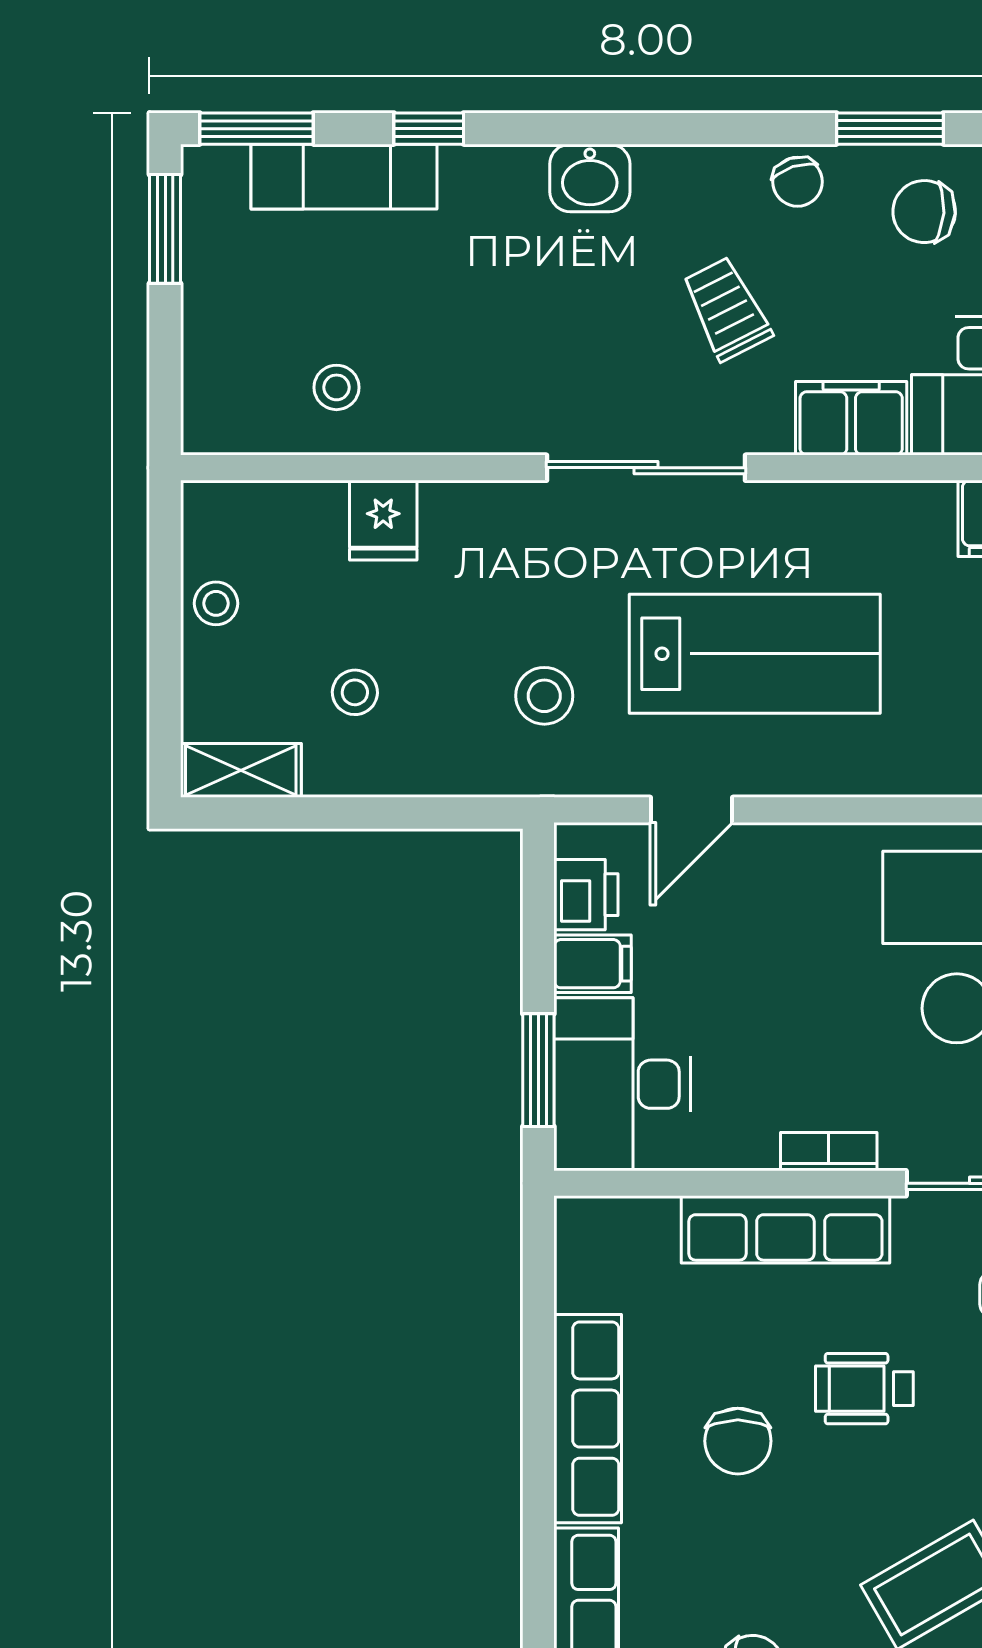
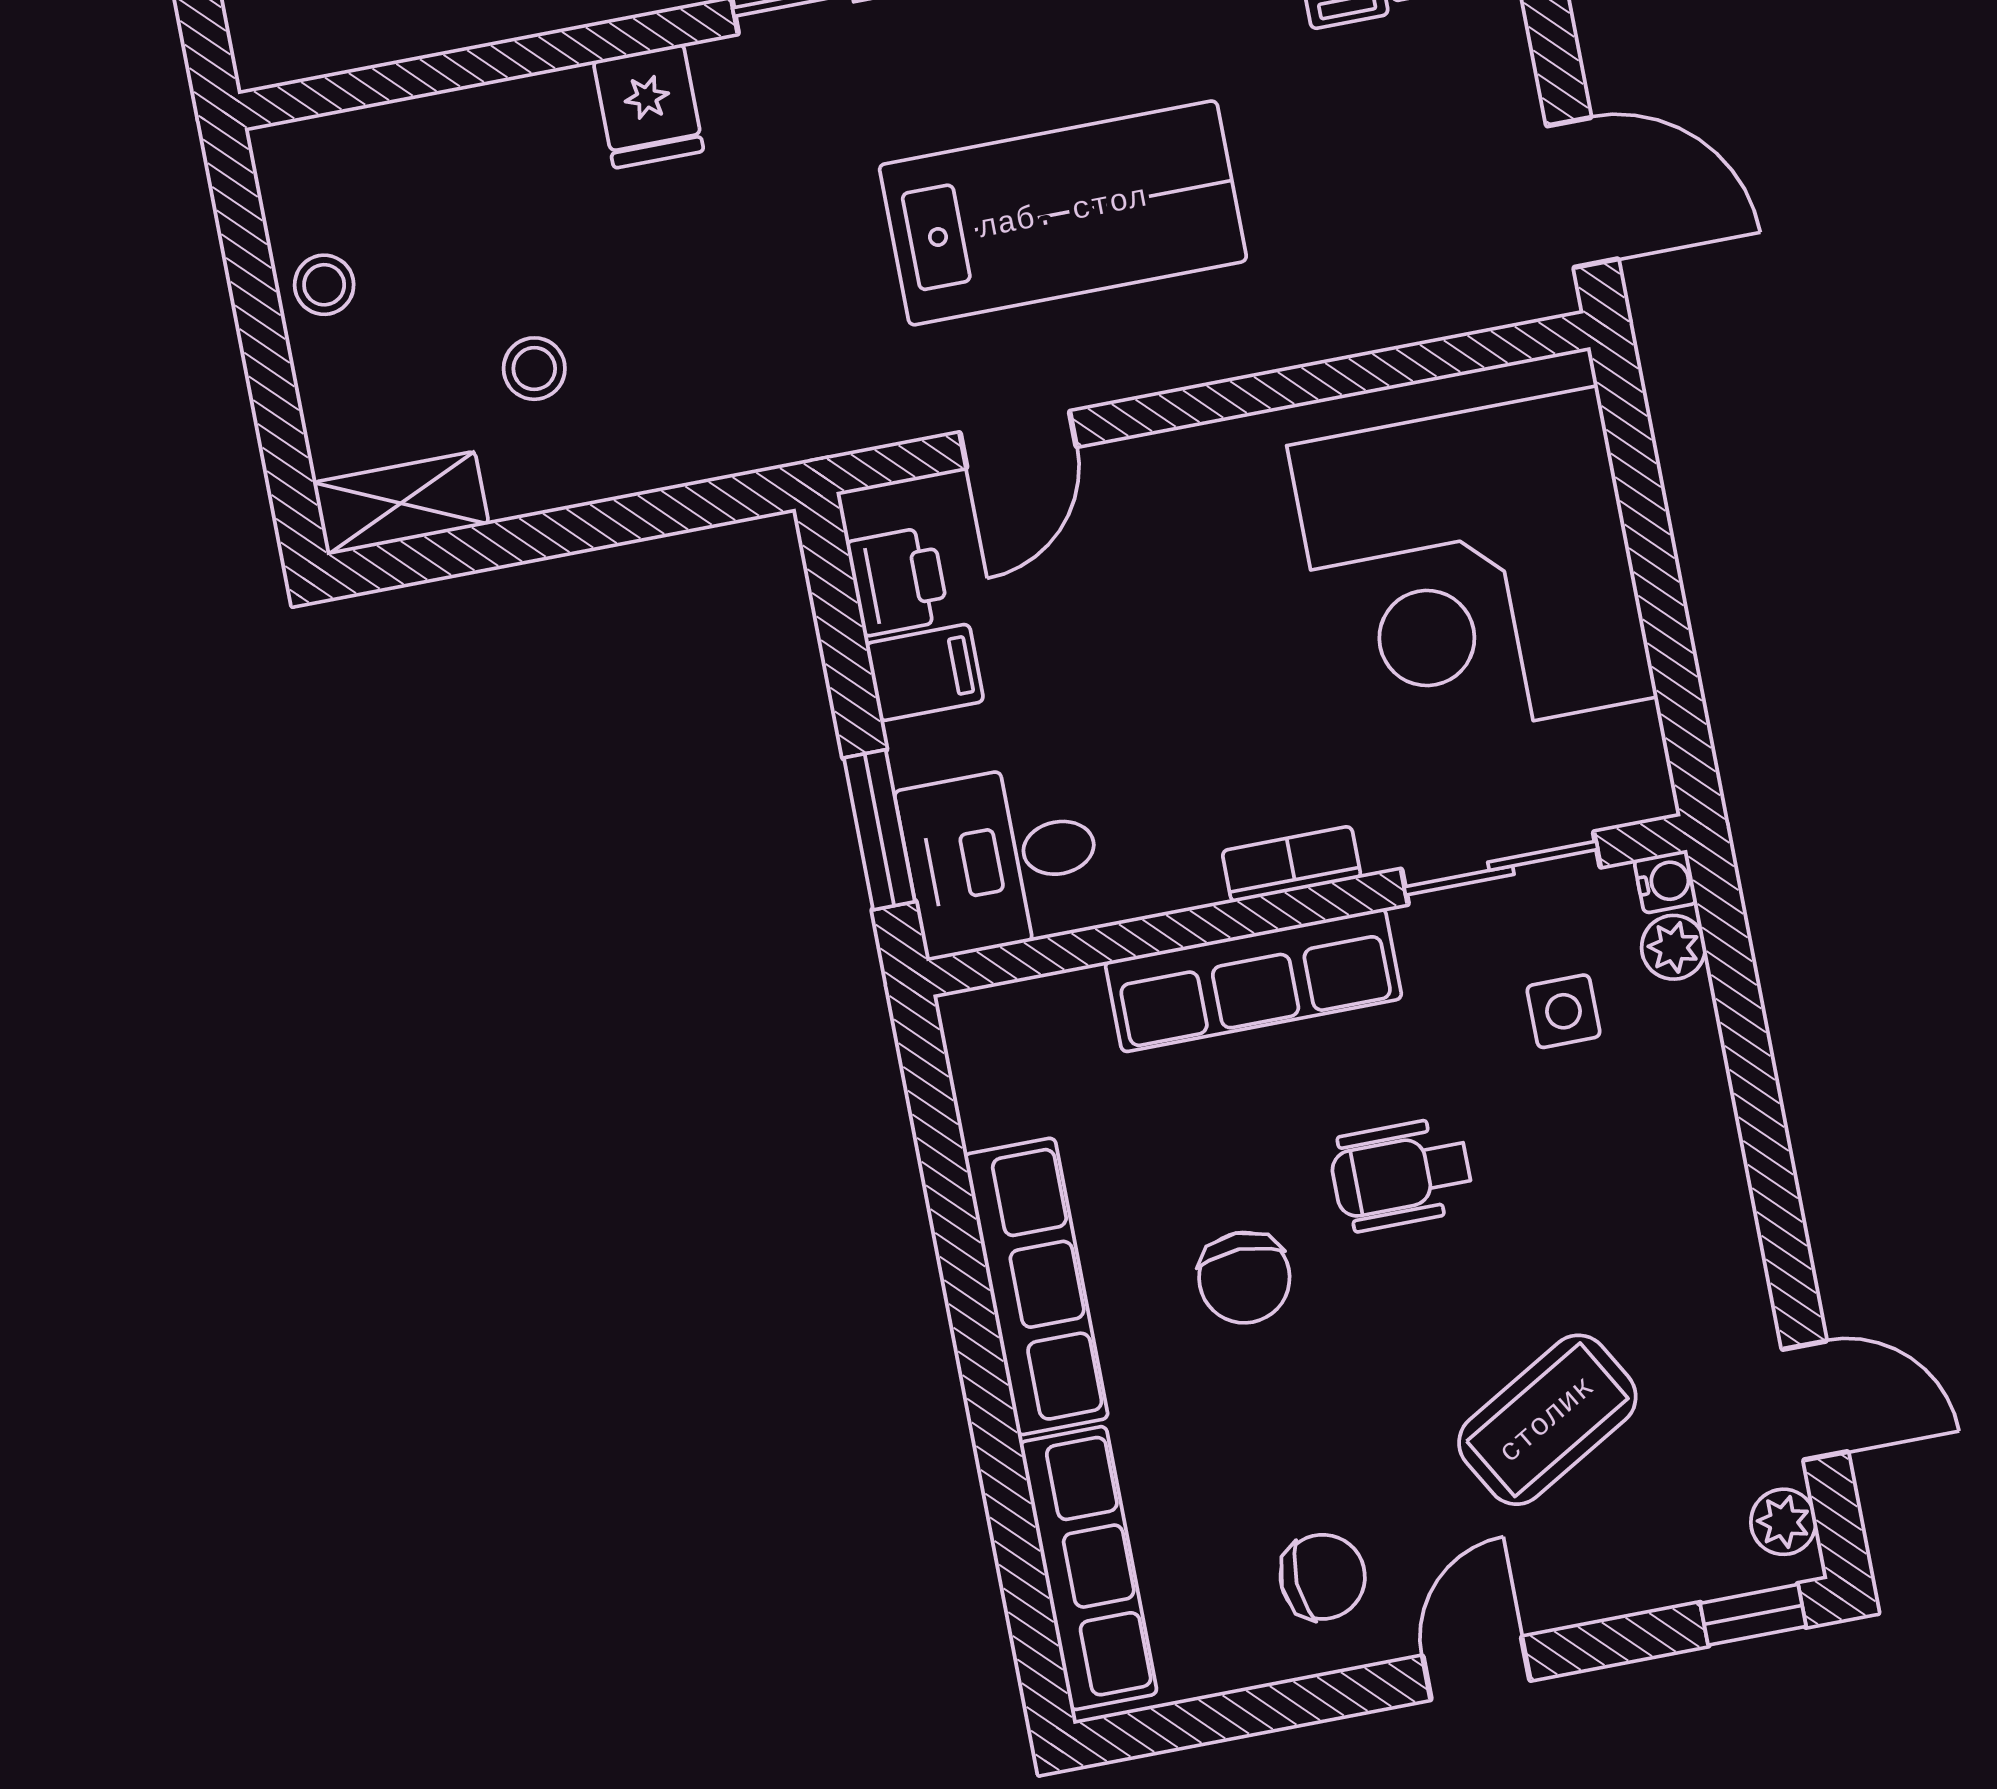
fridge: (383, 520) -> (648, 106), moved
stool: (544, 696) -> (790, 324), removed
desk: (622, 1084) -> (1002, 859), width x0.73

